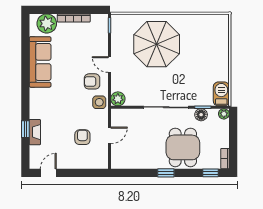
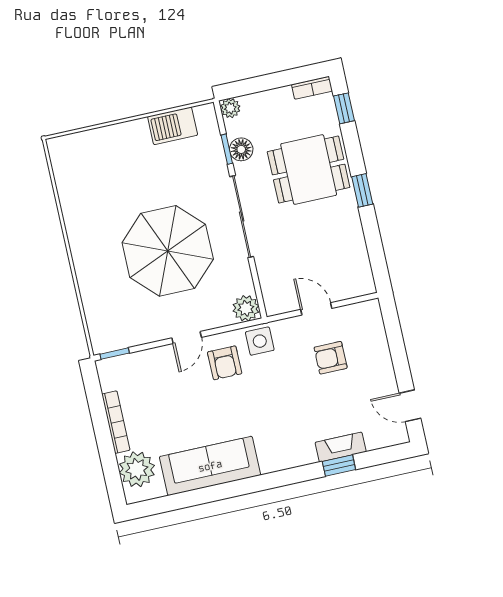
parasol: (157, 44) -> (168, 251), moved
barbecue: (221, 94) -> (173, 126), moved

